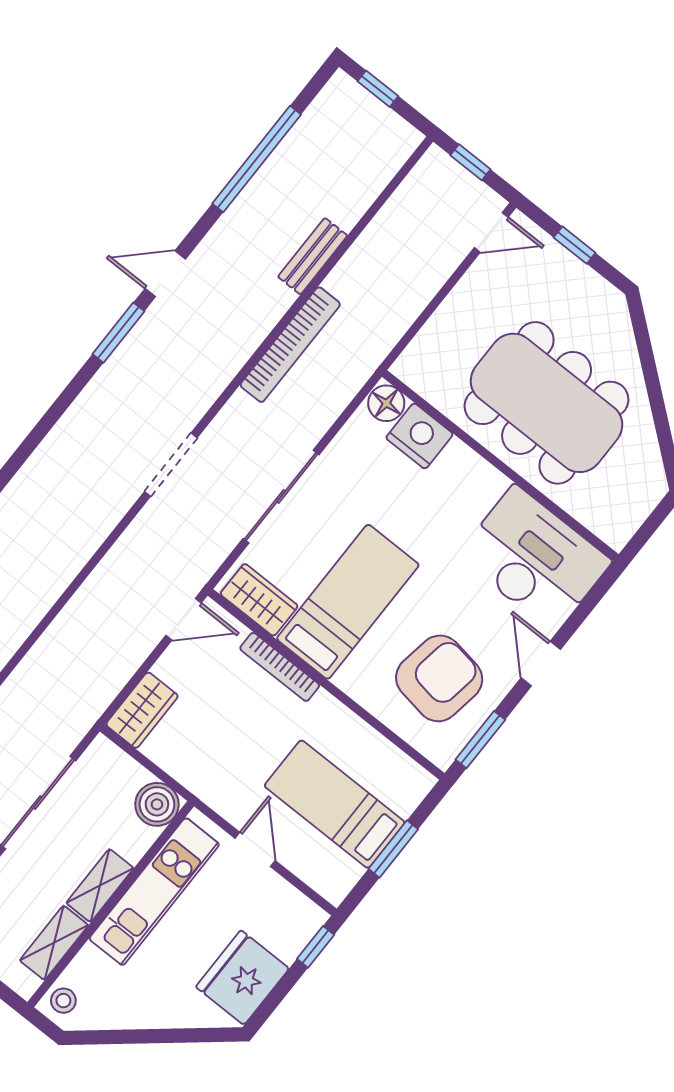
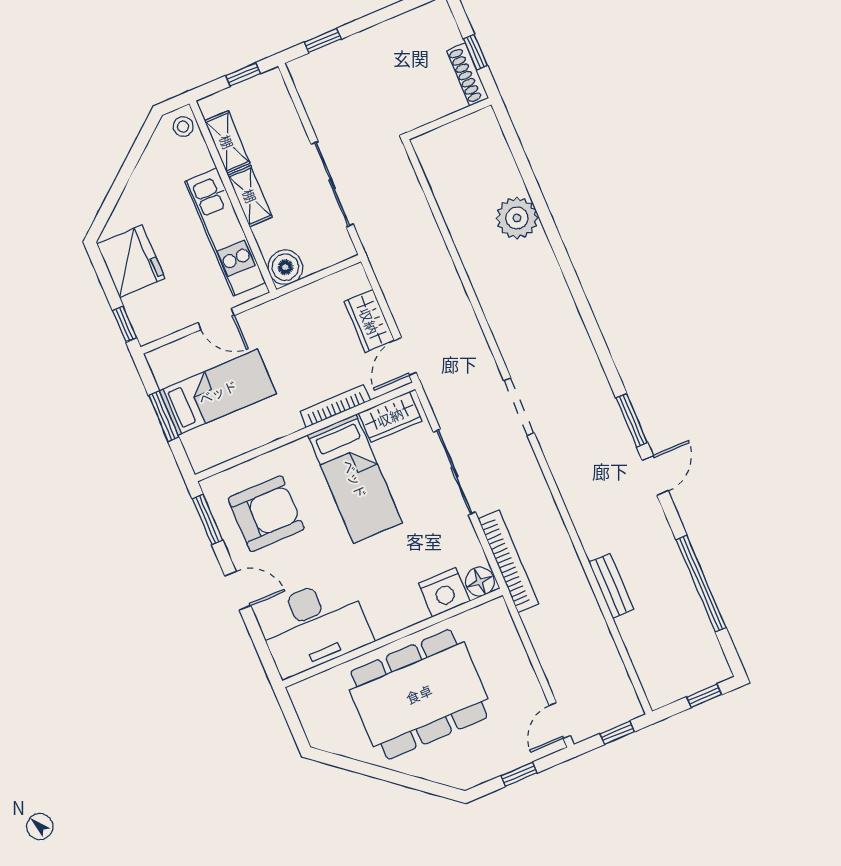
bookcase: (290, 345) -> (509, 561), moved, turned 180
armchair: (439, 678) -> (266, 514), turned -99
wardrobe: (142, 710) -> (369, 321), moved

